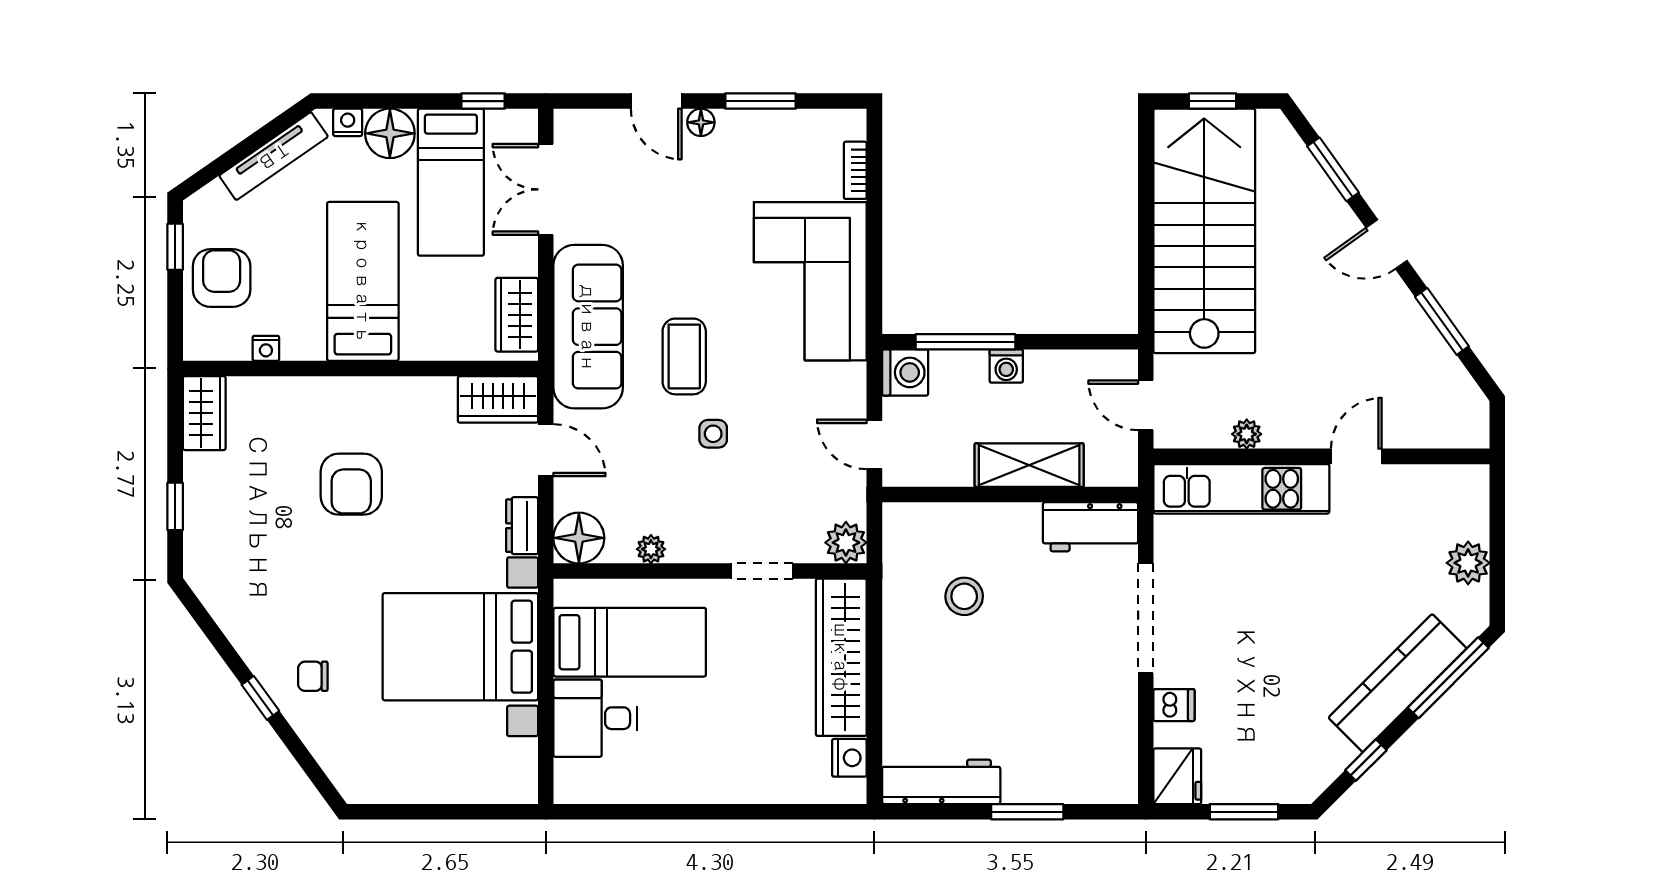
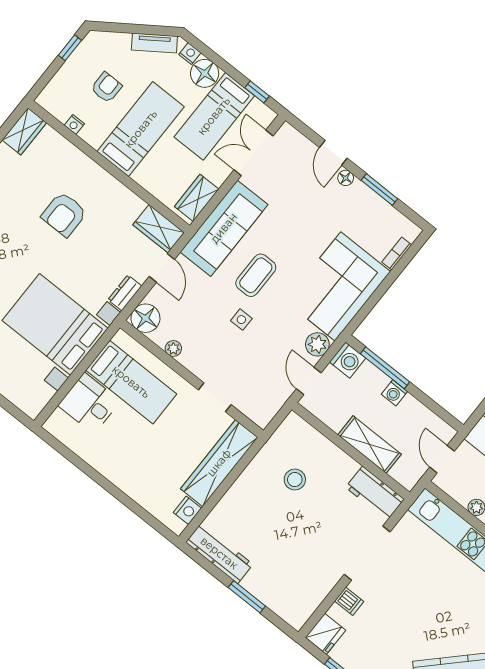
tv unit: (274, 156) -> (154, 43), width x0.71
armchair: (222, 278) -> (106, 87), moved, width x0.72, depth x0.72
plant: (846, 543) -> (317, 344), moved

